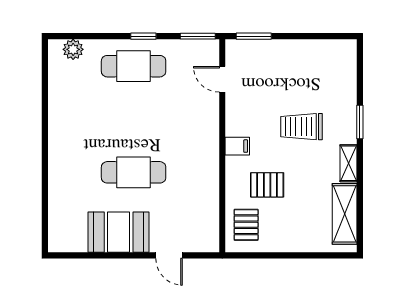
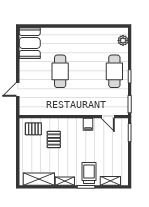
shelving: (348, 74) -> (110, 181), added
door: (222, 79) -> (108, 117), swing flipped
trolley: (301, 127) -> (89, 173), moved
filing cabinet: (237, 146) -> (88, 124), moved
booth: (119, 232) -> (30, 43), moved

